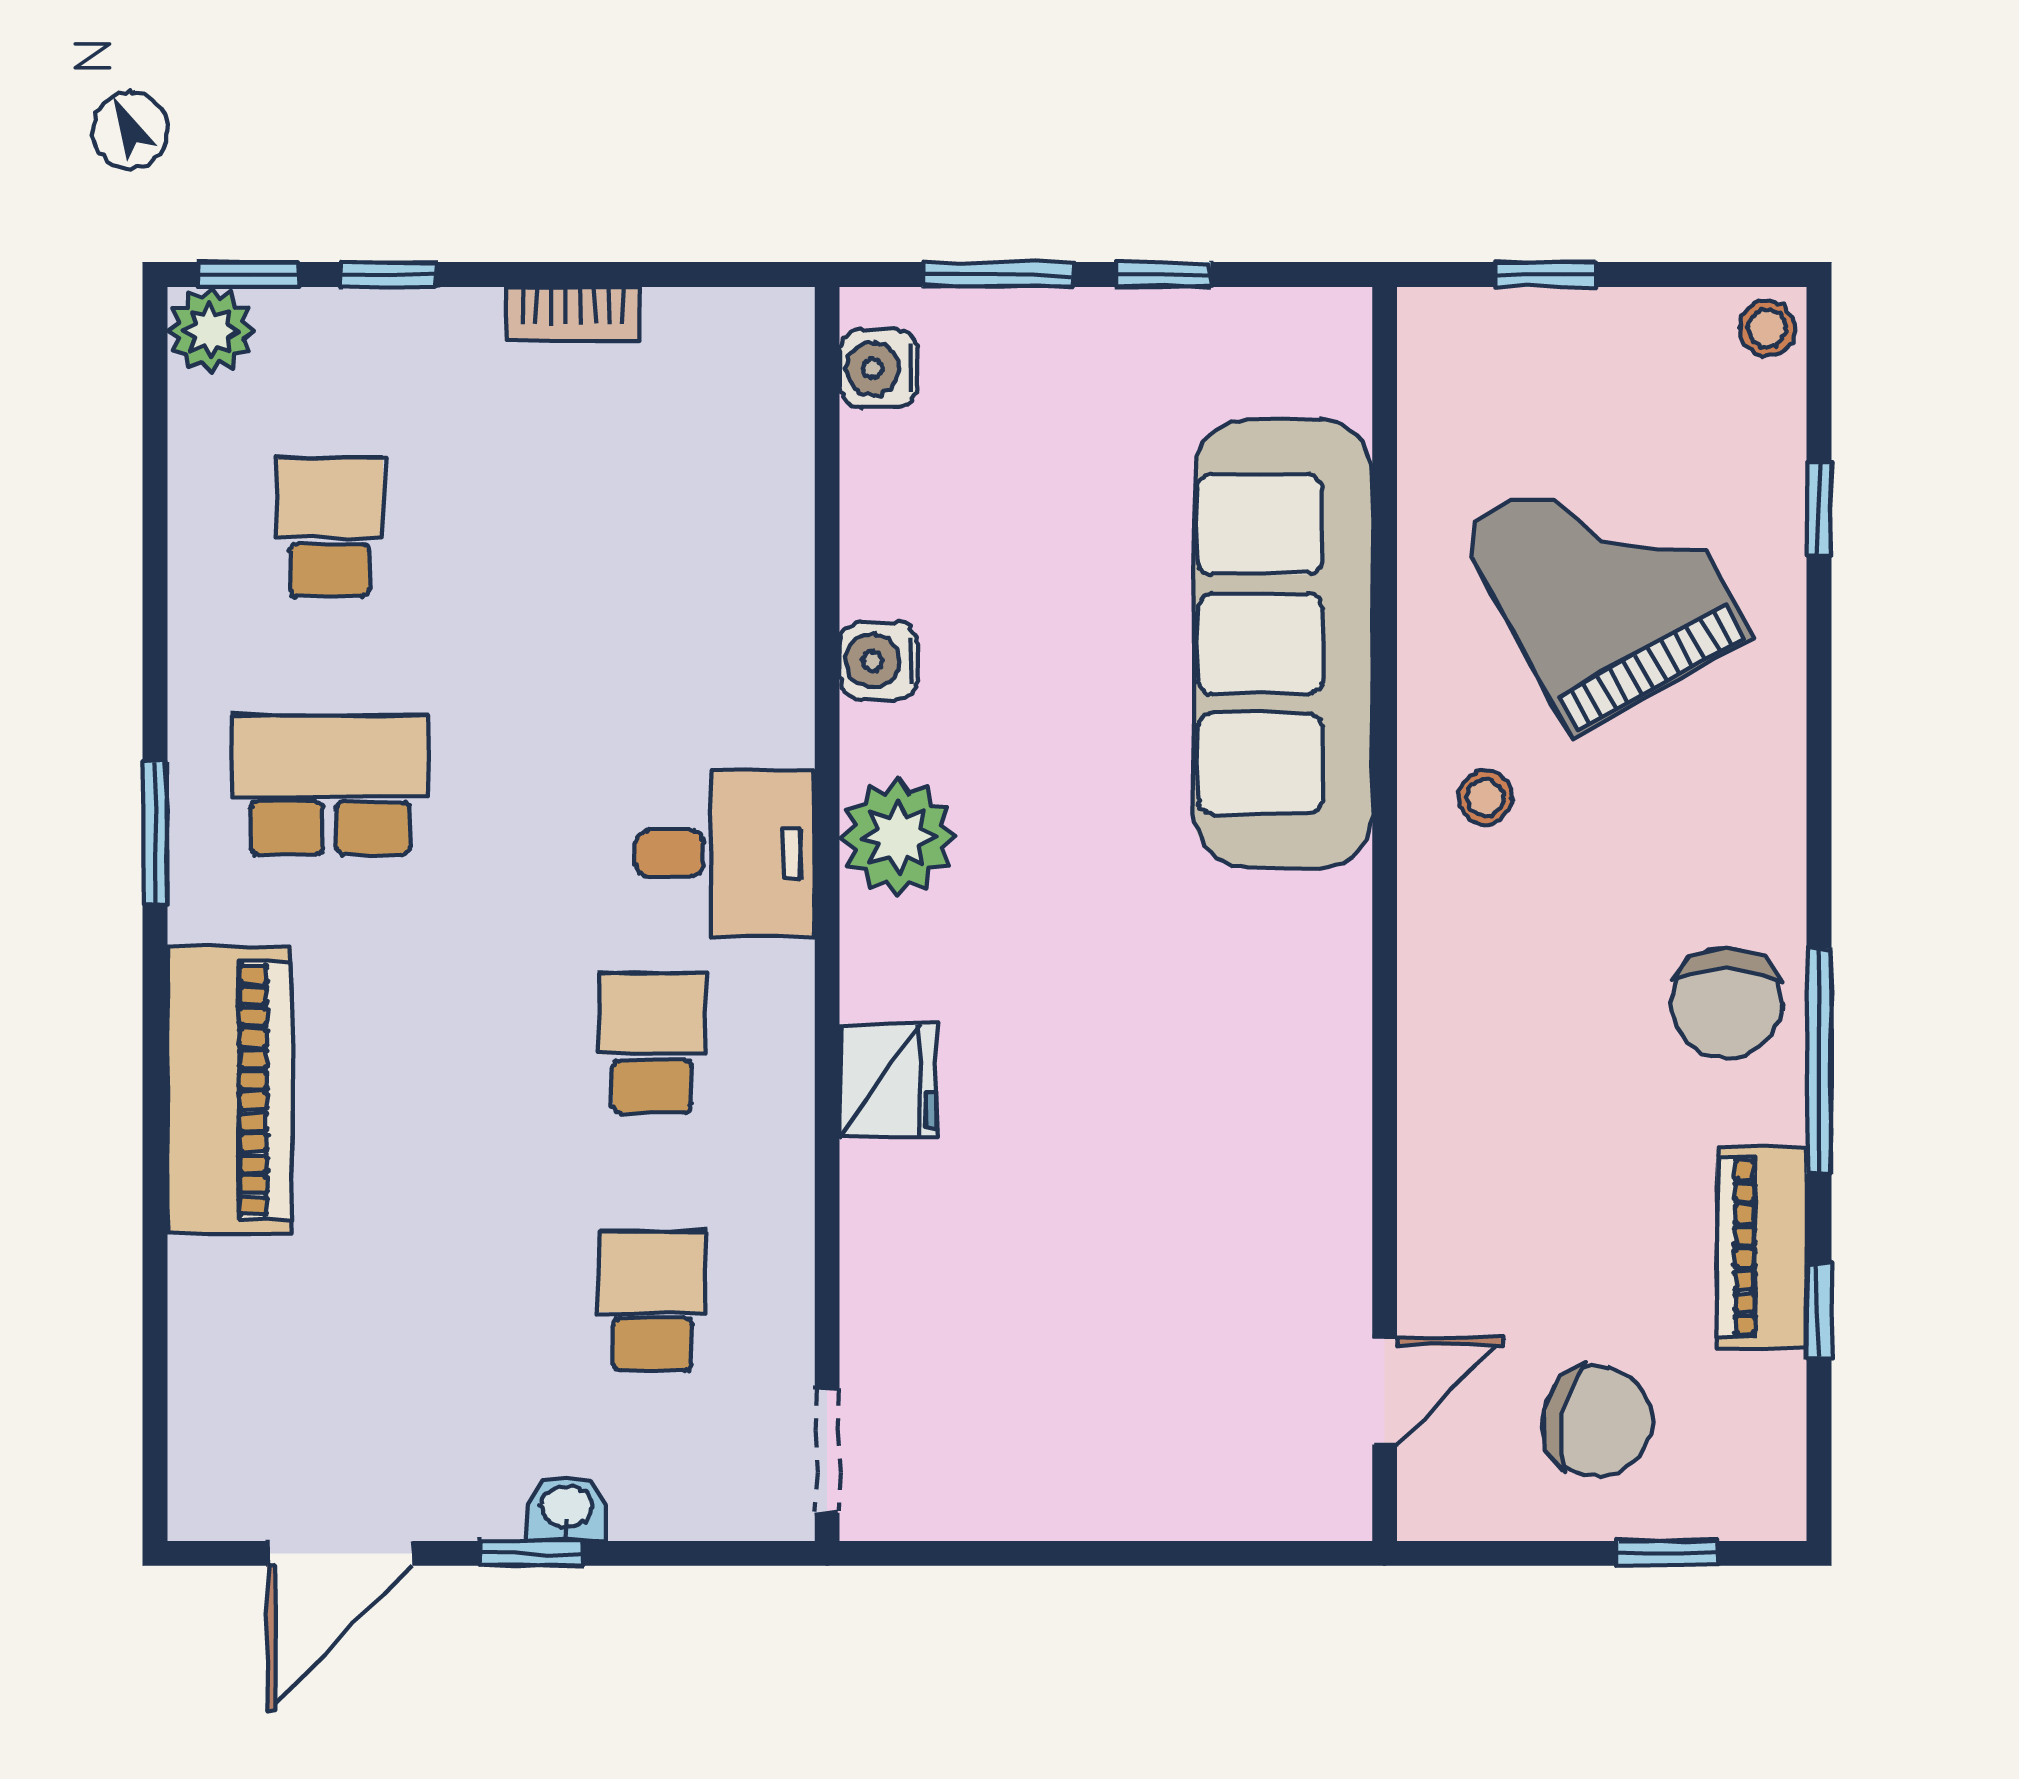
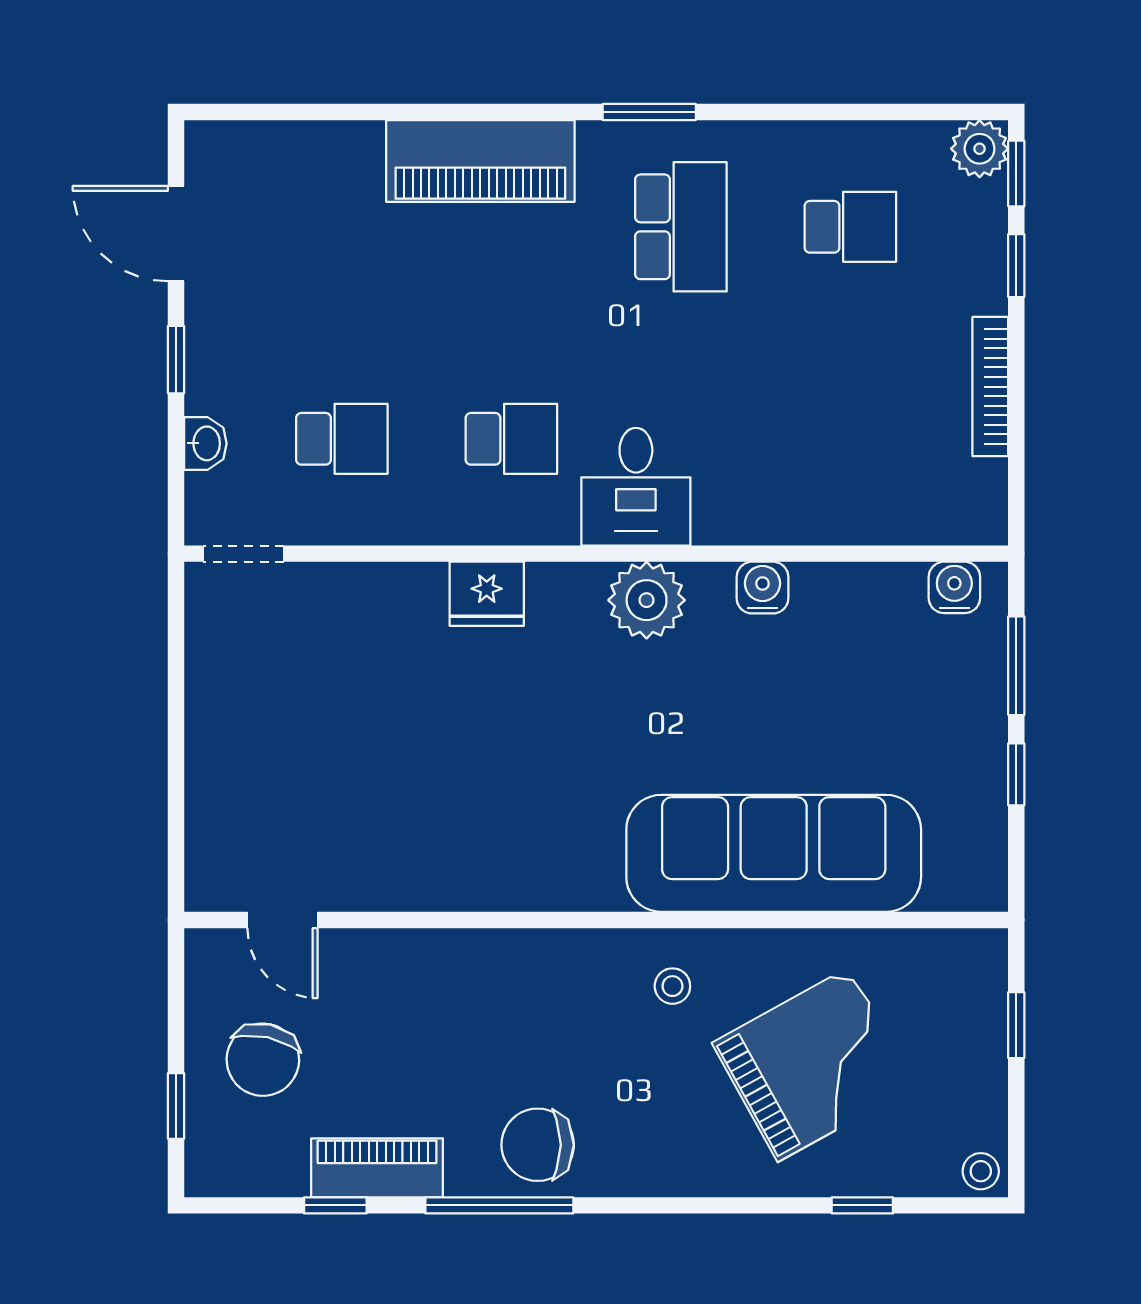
bookcase: (573, 314) -> (990, 387), width x1.56
washbasin: (567, 1509) -> (205, 443), moved

